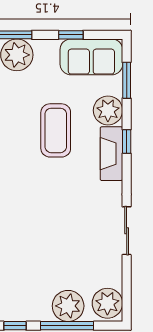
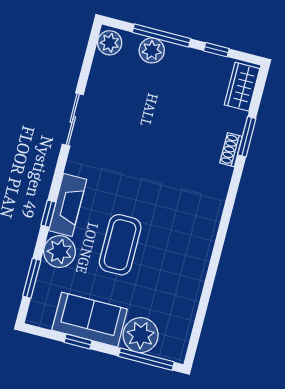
sofa: (91, 57) -> (90, 320), moved
plant: (107, 303) -> (110, 43), width x0.73, depth x0.73
plant: (68, 306) -> (152, 50), width x0.73, depth x0.73

